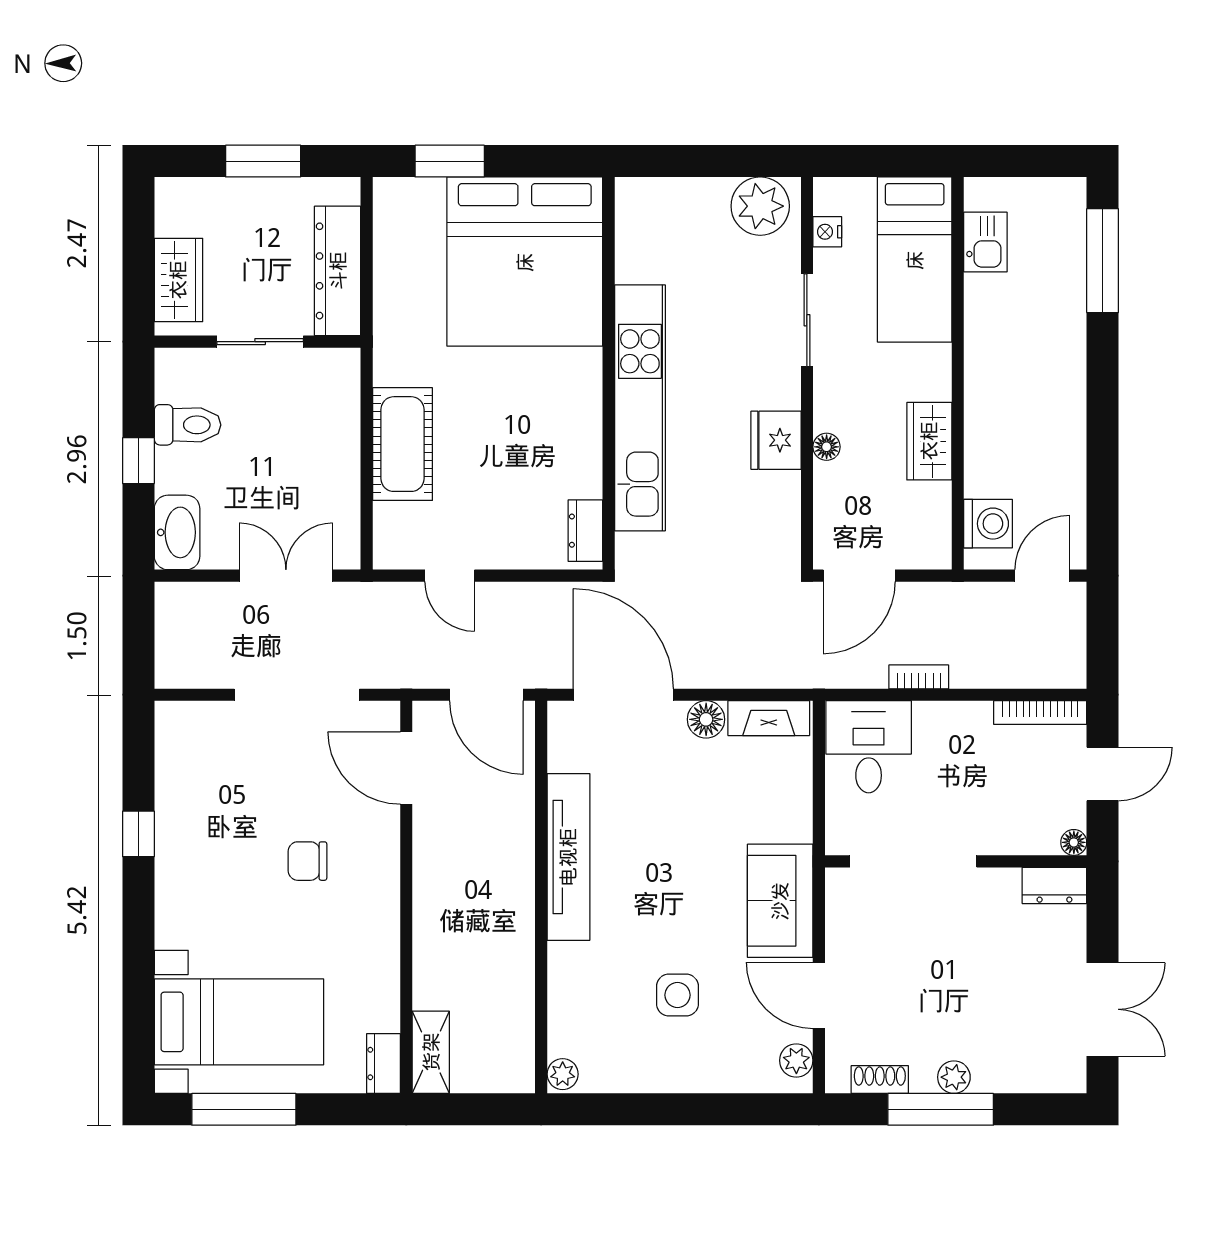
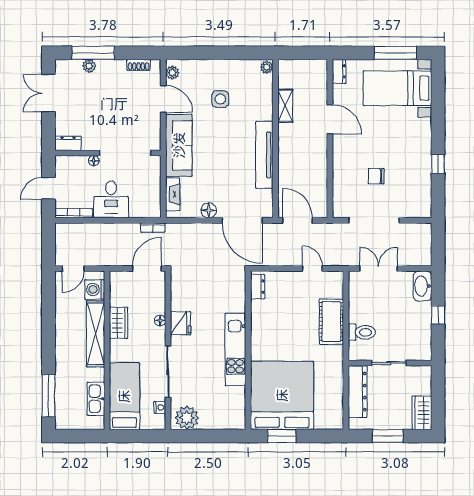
window: (450, 161) -> (282, 436), moved
kitchen sink: (985, 242) -> (96, 399), width x1.38
wardrobe: (178, 280) -> (422, 413), moved
sliding door: (807, 320) -> (168, 372), width x1.37
kitchen unit: (640, 408) -> (235, 350), width x0.73
shelving: (986, 414) -> (96, 334), added
toilet: (188, 425) -> (362, 332), moved, turned 180
double door: (286, 576) -> (378, 268), swing flipped
bookcase: (919, 677) -> (153, 228), moved
fireplace: (769, 718) -> (173, 194), moved, turned 90
desk: (869, 747) -> (111, 199), moved
door: (406, 768) -> (330, 119), moved
floor lamp: (1074, 842) -> (94, 161), moved
chair: (308, 861) -> (376, 176), moved, turned 180
sofa: (780, 901) -> (179, 145), width x1.36
shelving: (431, 1052) -> (285, 106), moved
plant: (954, 1077) -> (89, 66), moved
window: (941, 1109) -> (93, 53), moved

